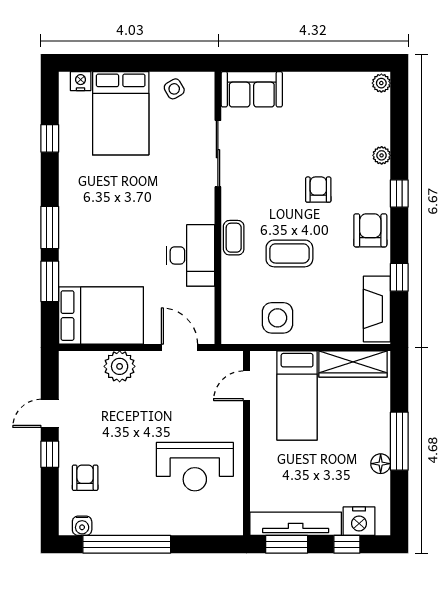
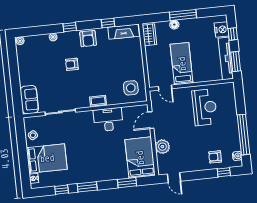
window: (50, 227) -> (87, 187), moved
armchair: (370, 230) -> (88, 39), turned -90
coffee table: (289, 253) -> (102, 74), removed
side table: (278, 318) -> (131, 88), moved
wardrobe: (353, 364) -> (149, 35), width x0.67
bed: (297, 395) -> (182, 64), moved, turned -90
door: (50, 413) -> (174, 178), moved
window: (50, 454) -> (224, 172), moved
floor lamp: (381, 464) -> (174, 25), moved

